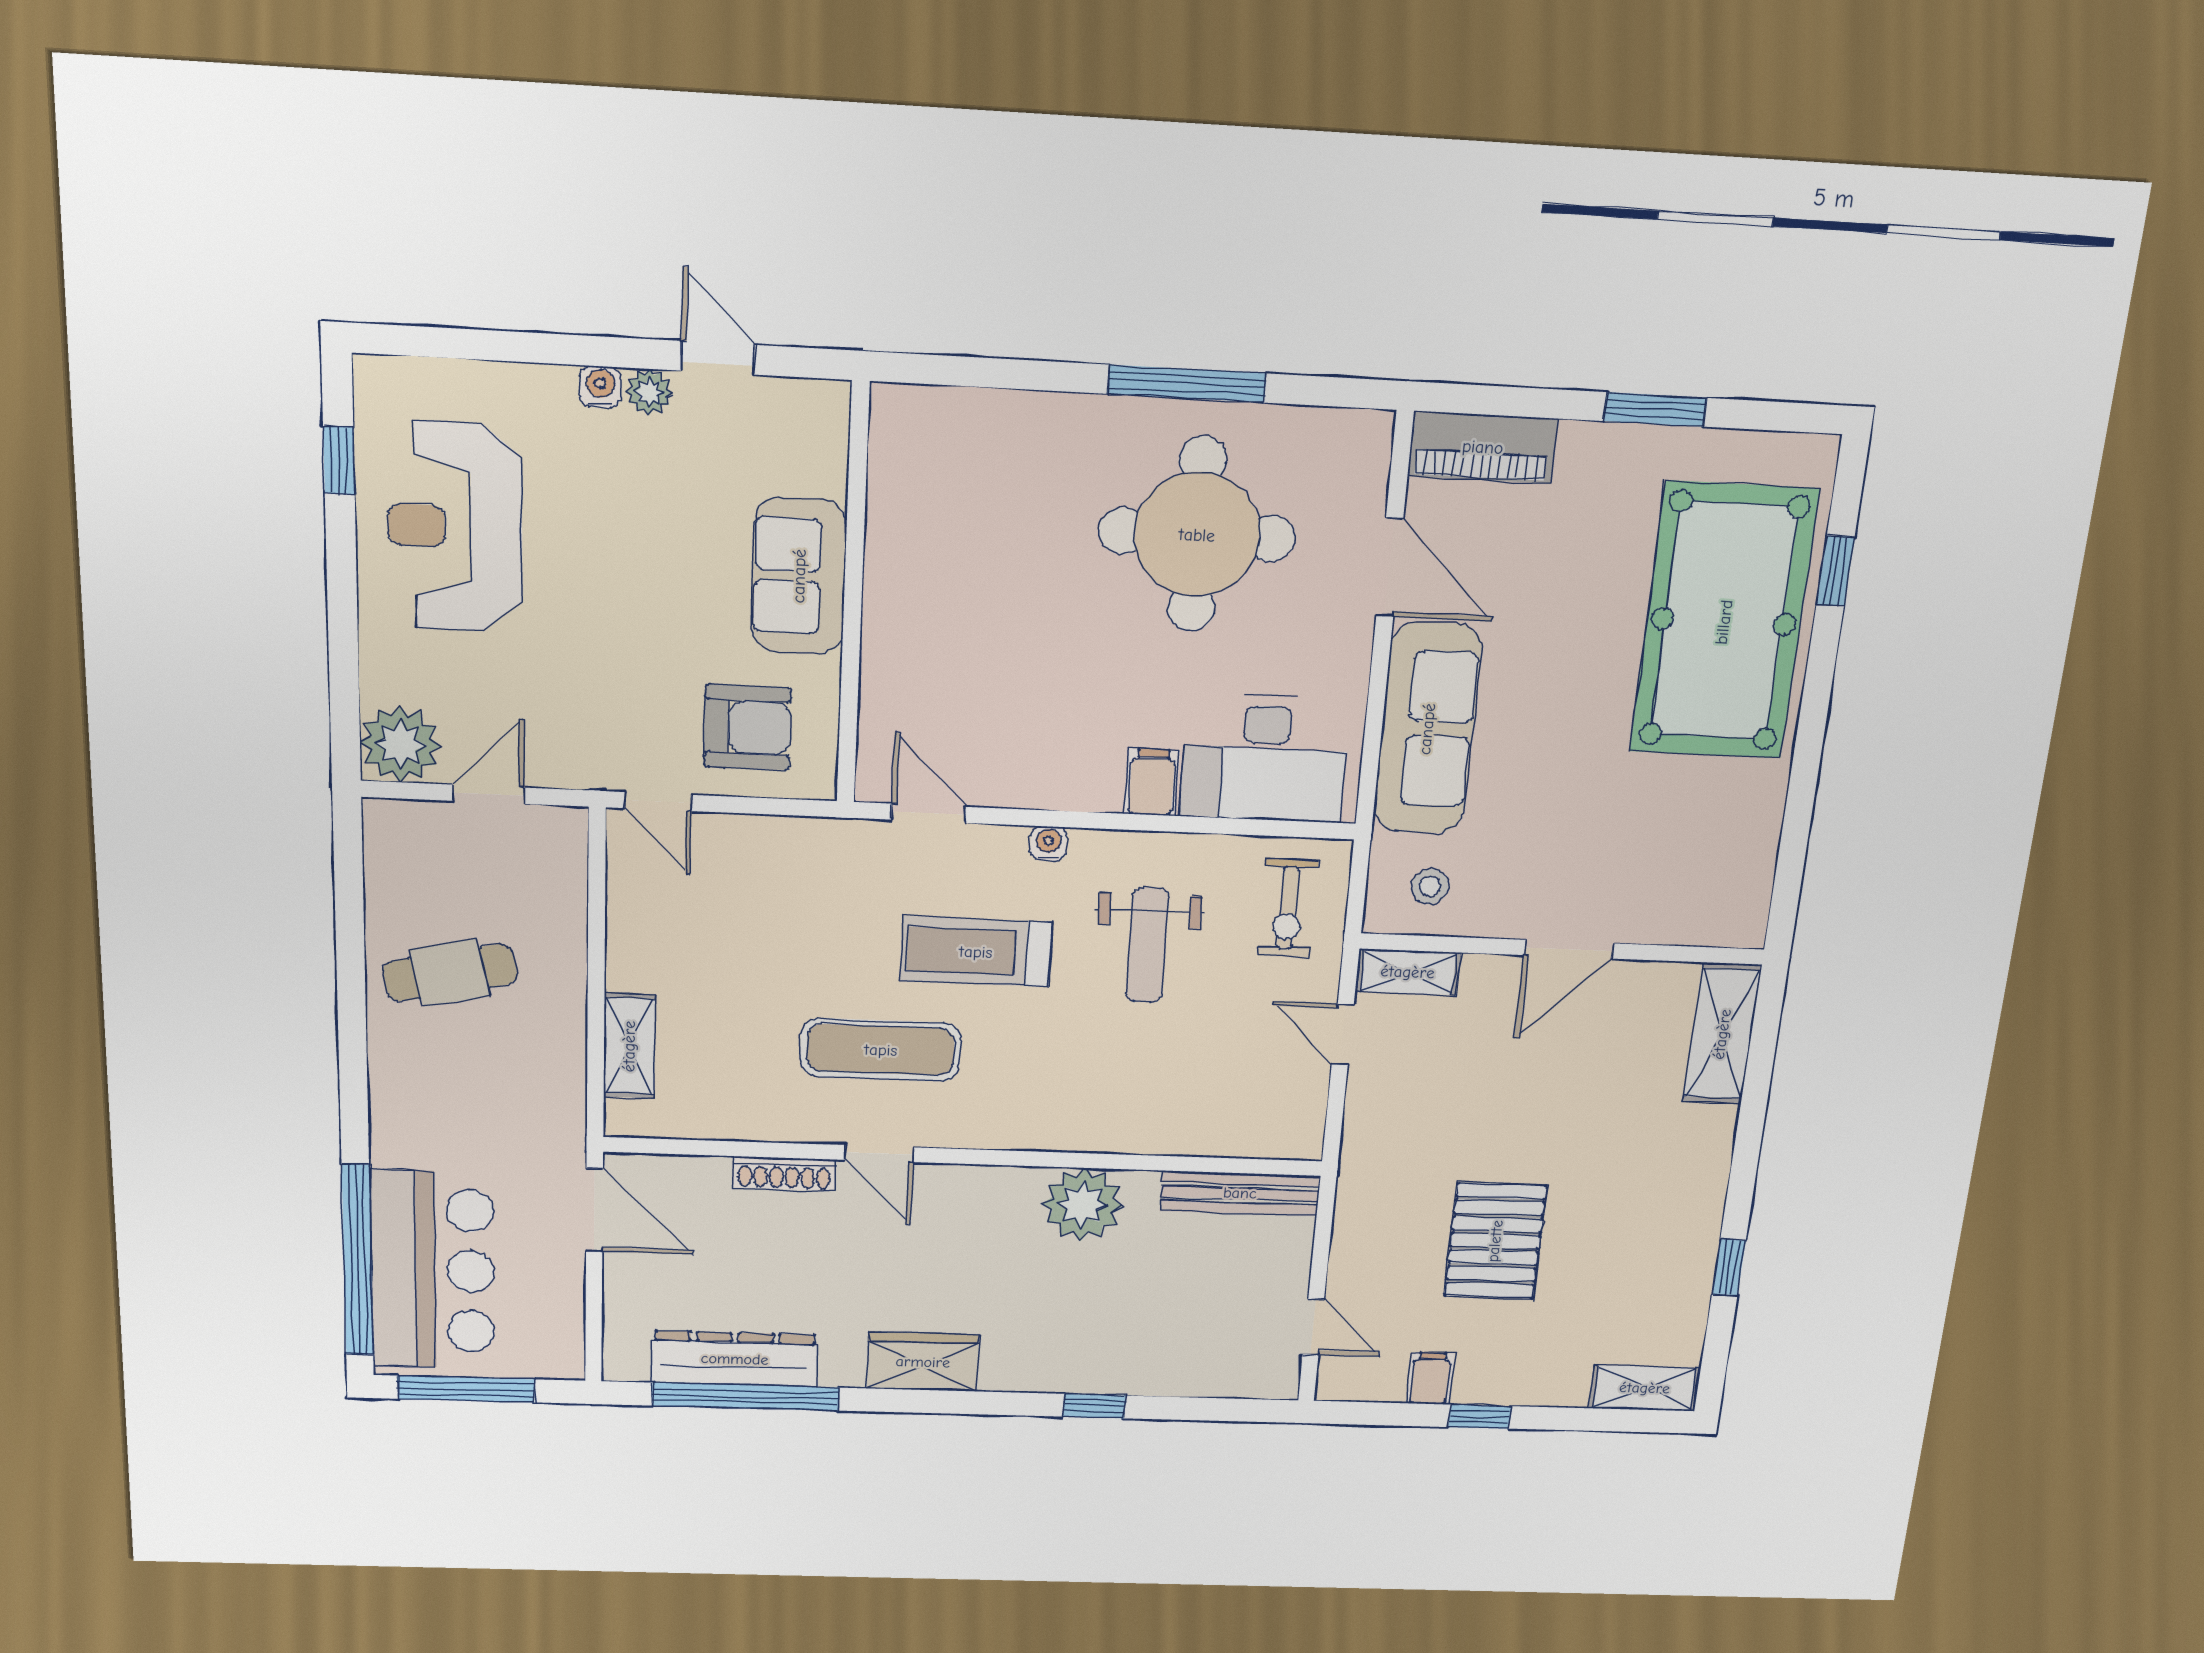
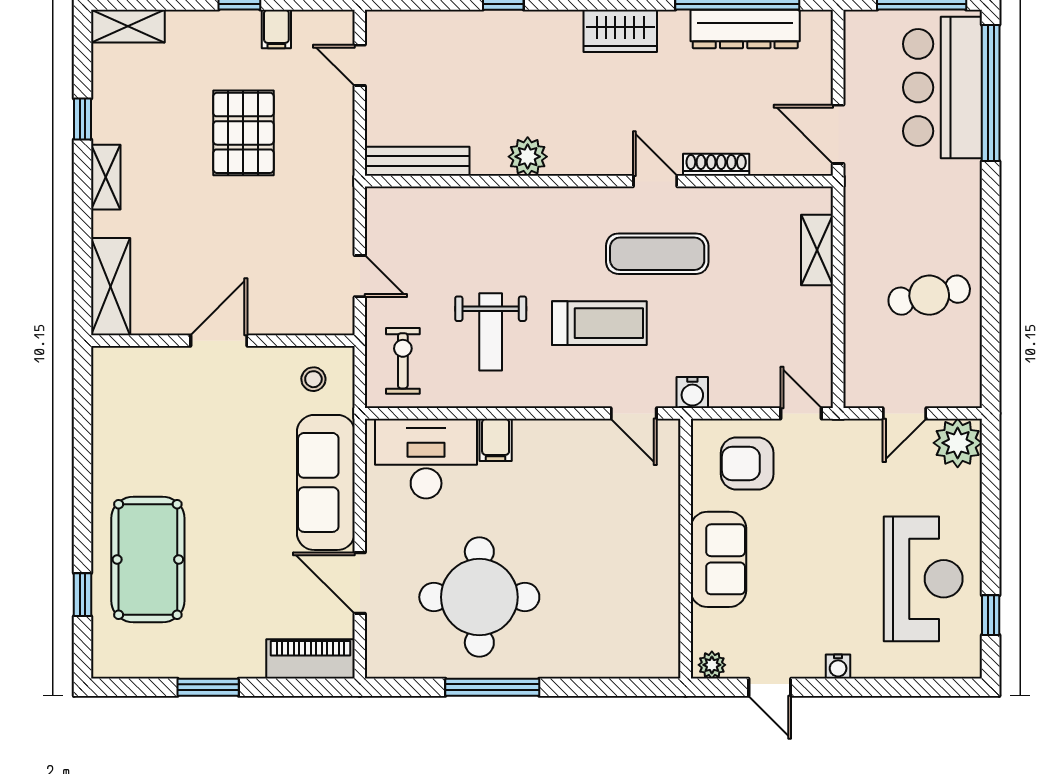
plant: (649, 392) -> (712, 665), moved
pool table: (1724, 622) -> (148, 559), width x0.73, depth x0.76
water cooler: (1048, 844) -> (692, 393), moved, width x1.38, depth x1.38
weight bench: (1147, 945) -> (491, 332), turned 180
shelving: (1408, 972) -> (106, 177), moved, turned 90
plant: (1083, 1205) -> (528, 157), width x0.73, depth x0.73

